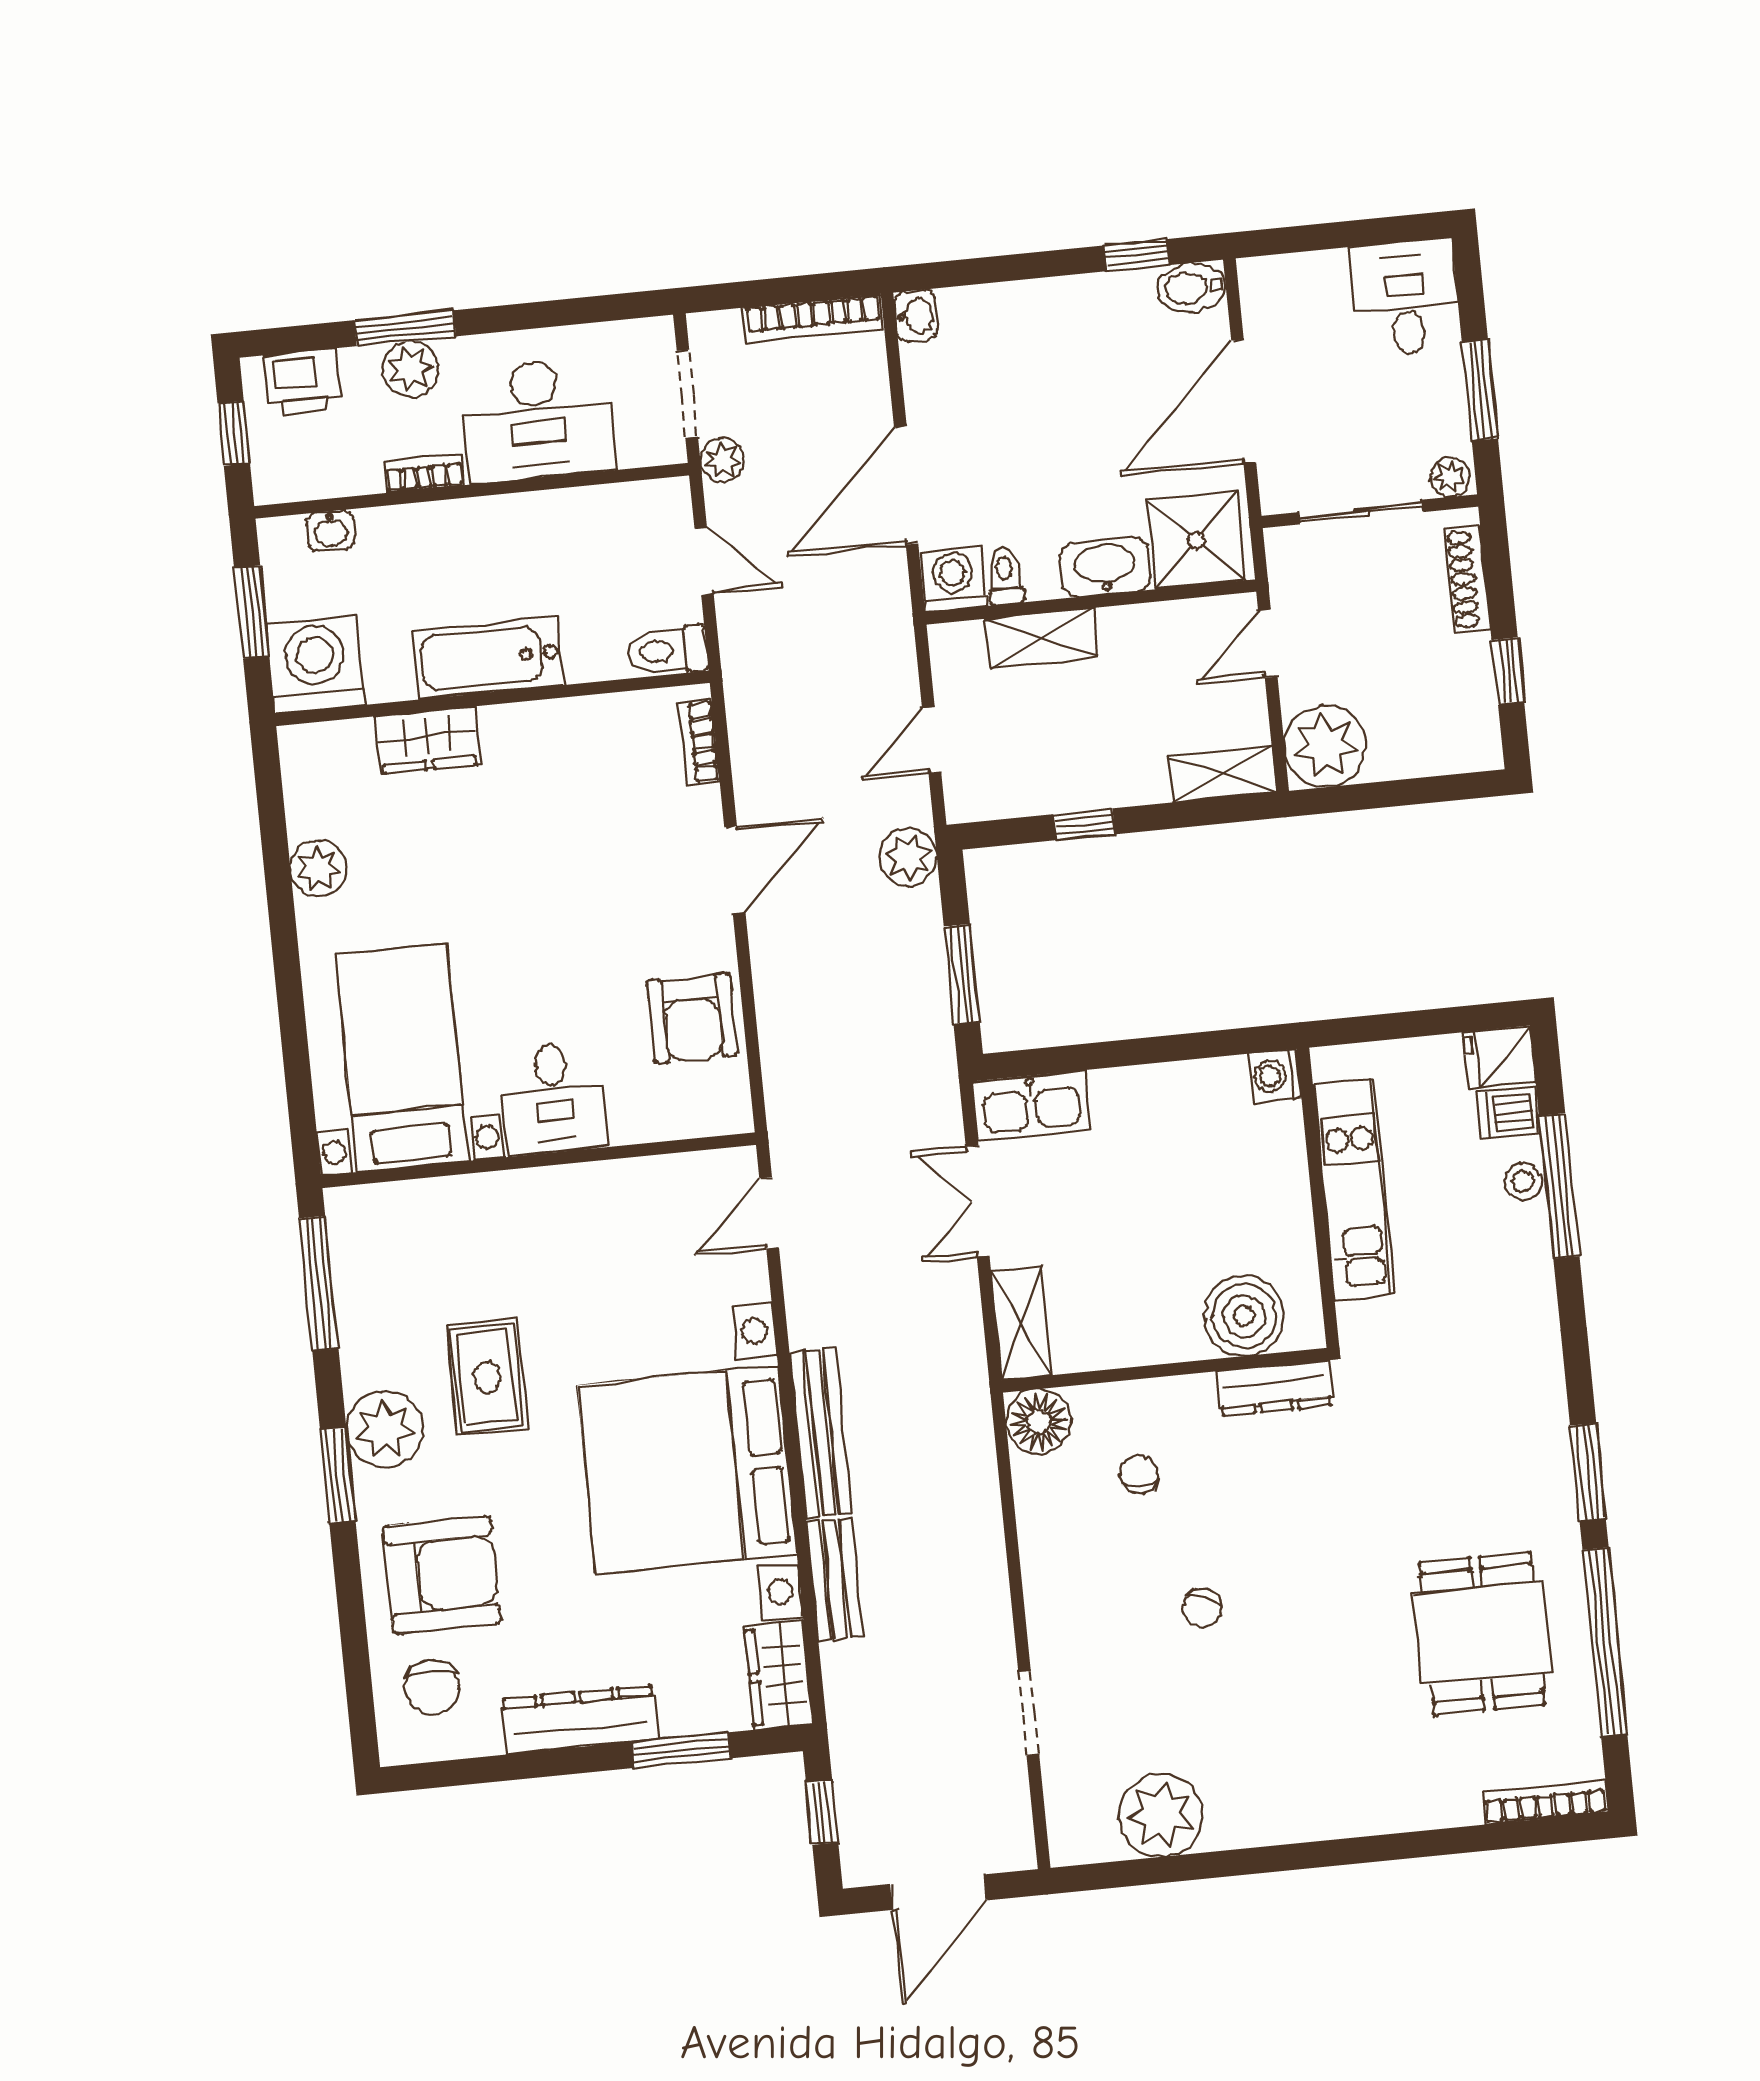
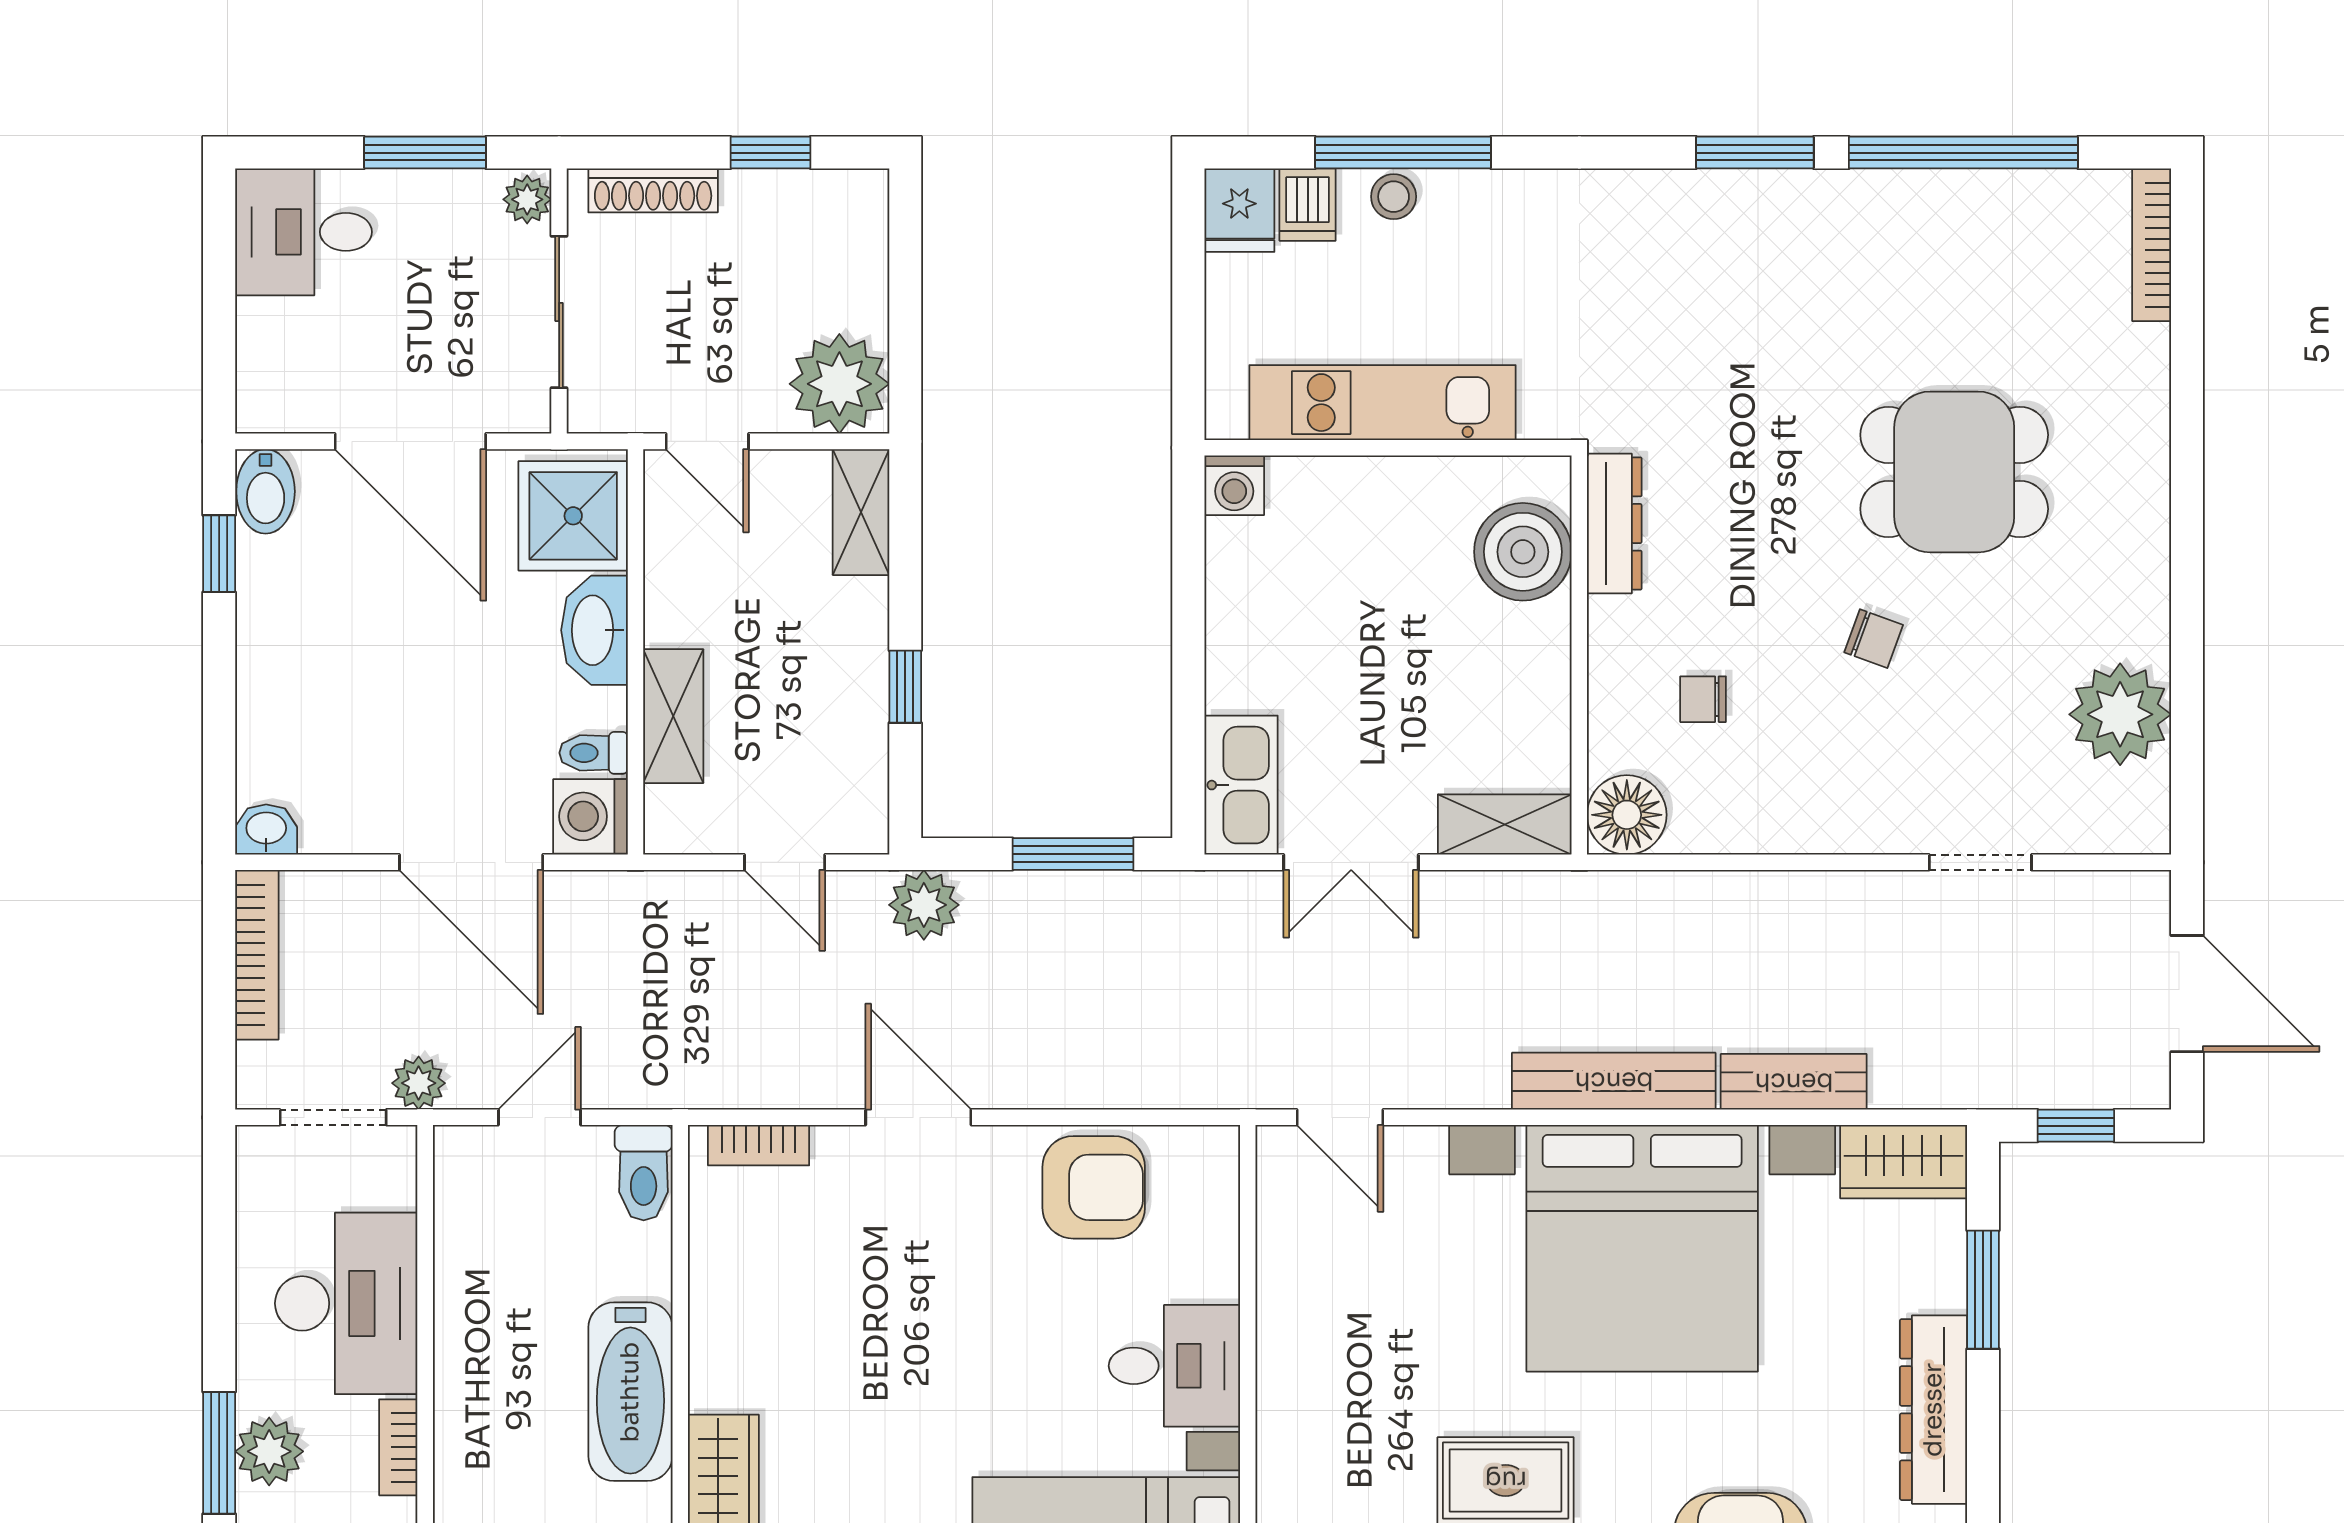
dining table: (1482, 1633) -> (1954, 472), moved

